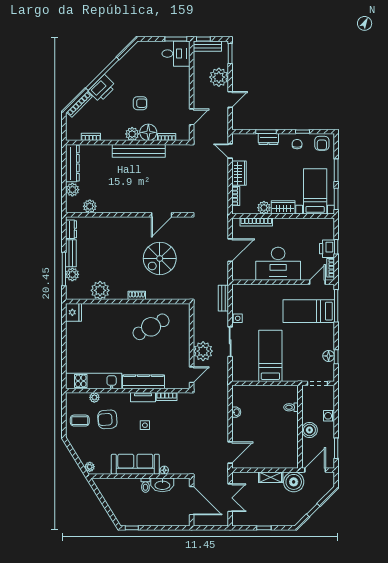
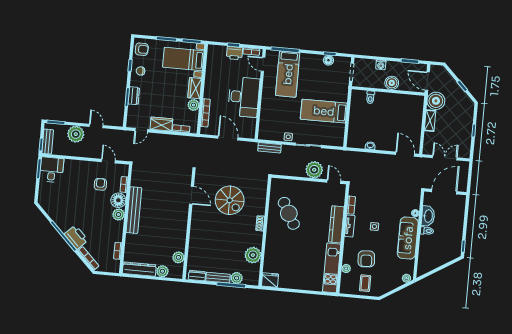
armchair: (140, 103) -> (100, 184), moved

